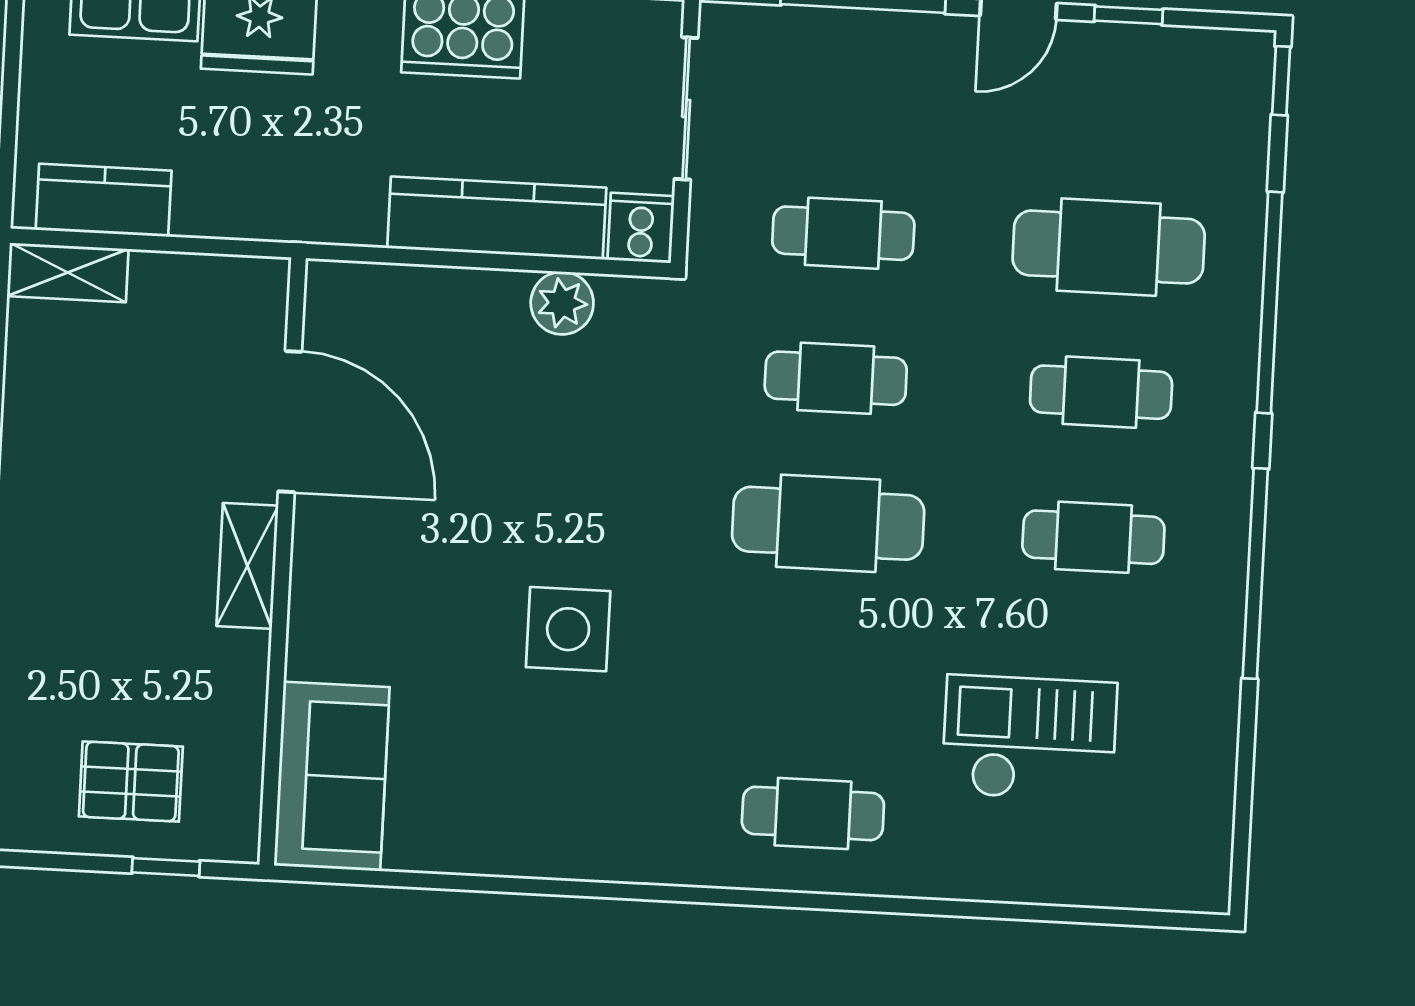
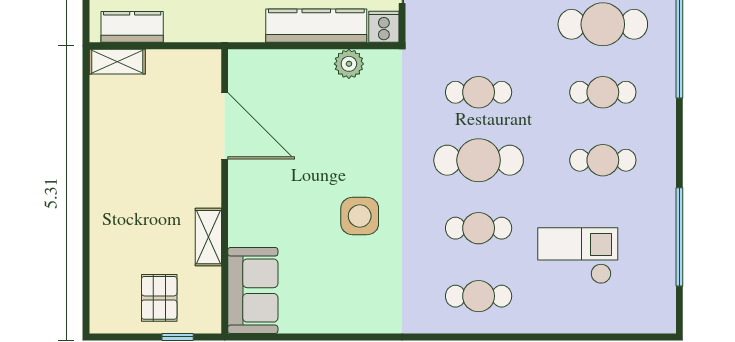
cafe table: (843, 233) -> (479, 228), moved
shelving: (247, 566) -> (208, 237), moved
window: (1255, 574) -> (679, 237), moved
pallet: (131, 782) -> (159, 298), turned 90

